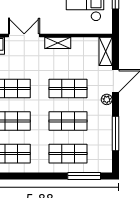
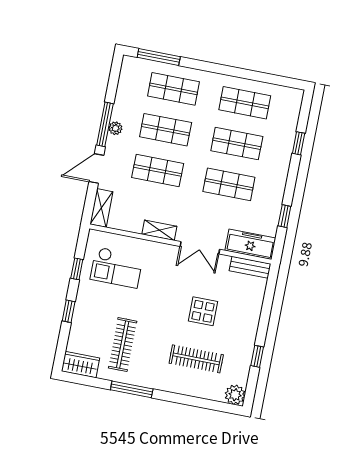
plant: (107, 99) -> (115, 128), moved
window: (115, 133) -> (105, 124), moved

